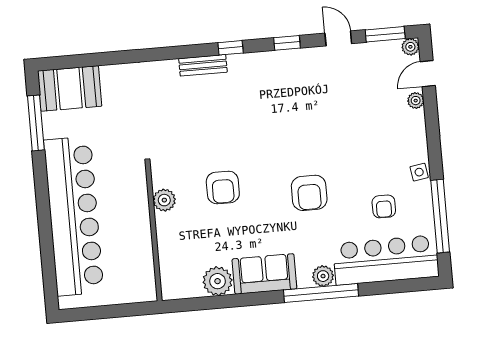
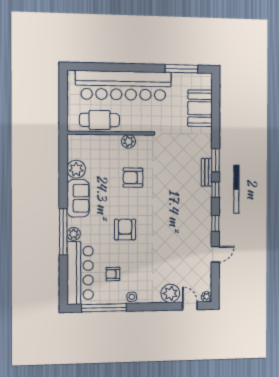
window: (385, 34) -> (216, 160), moved
booth: (70, 89) -> (200, 108), moved
plant: (416, 101) -> (170, 293), width x1.87, depth x1.87
armchair: (309, 193) -> (125, 230), turned 90
cafe table: (134, 250) -> (99, 120), added

